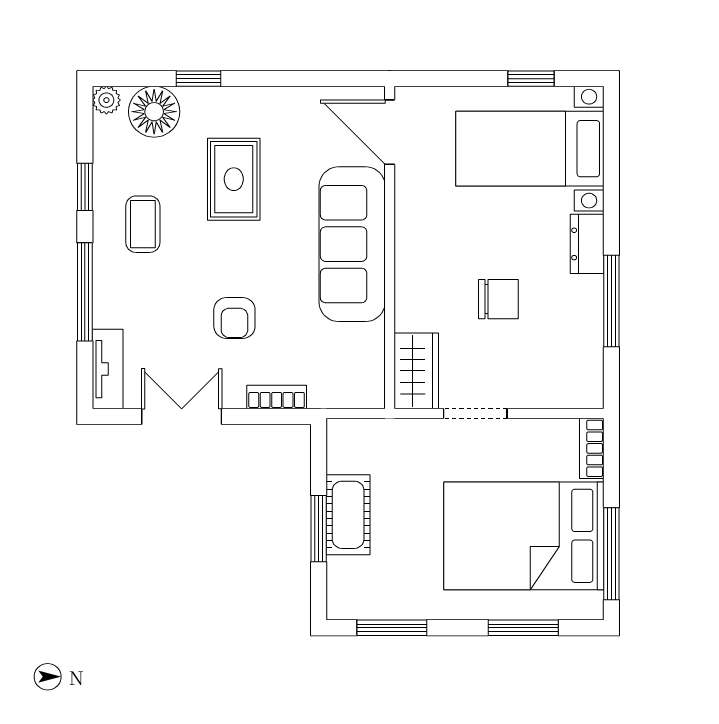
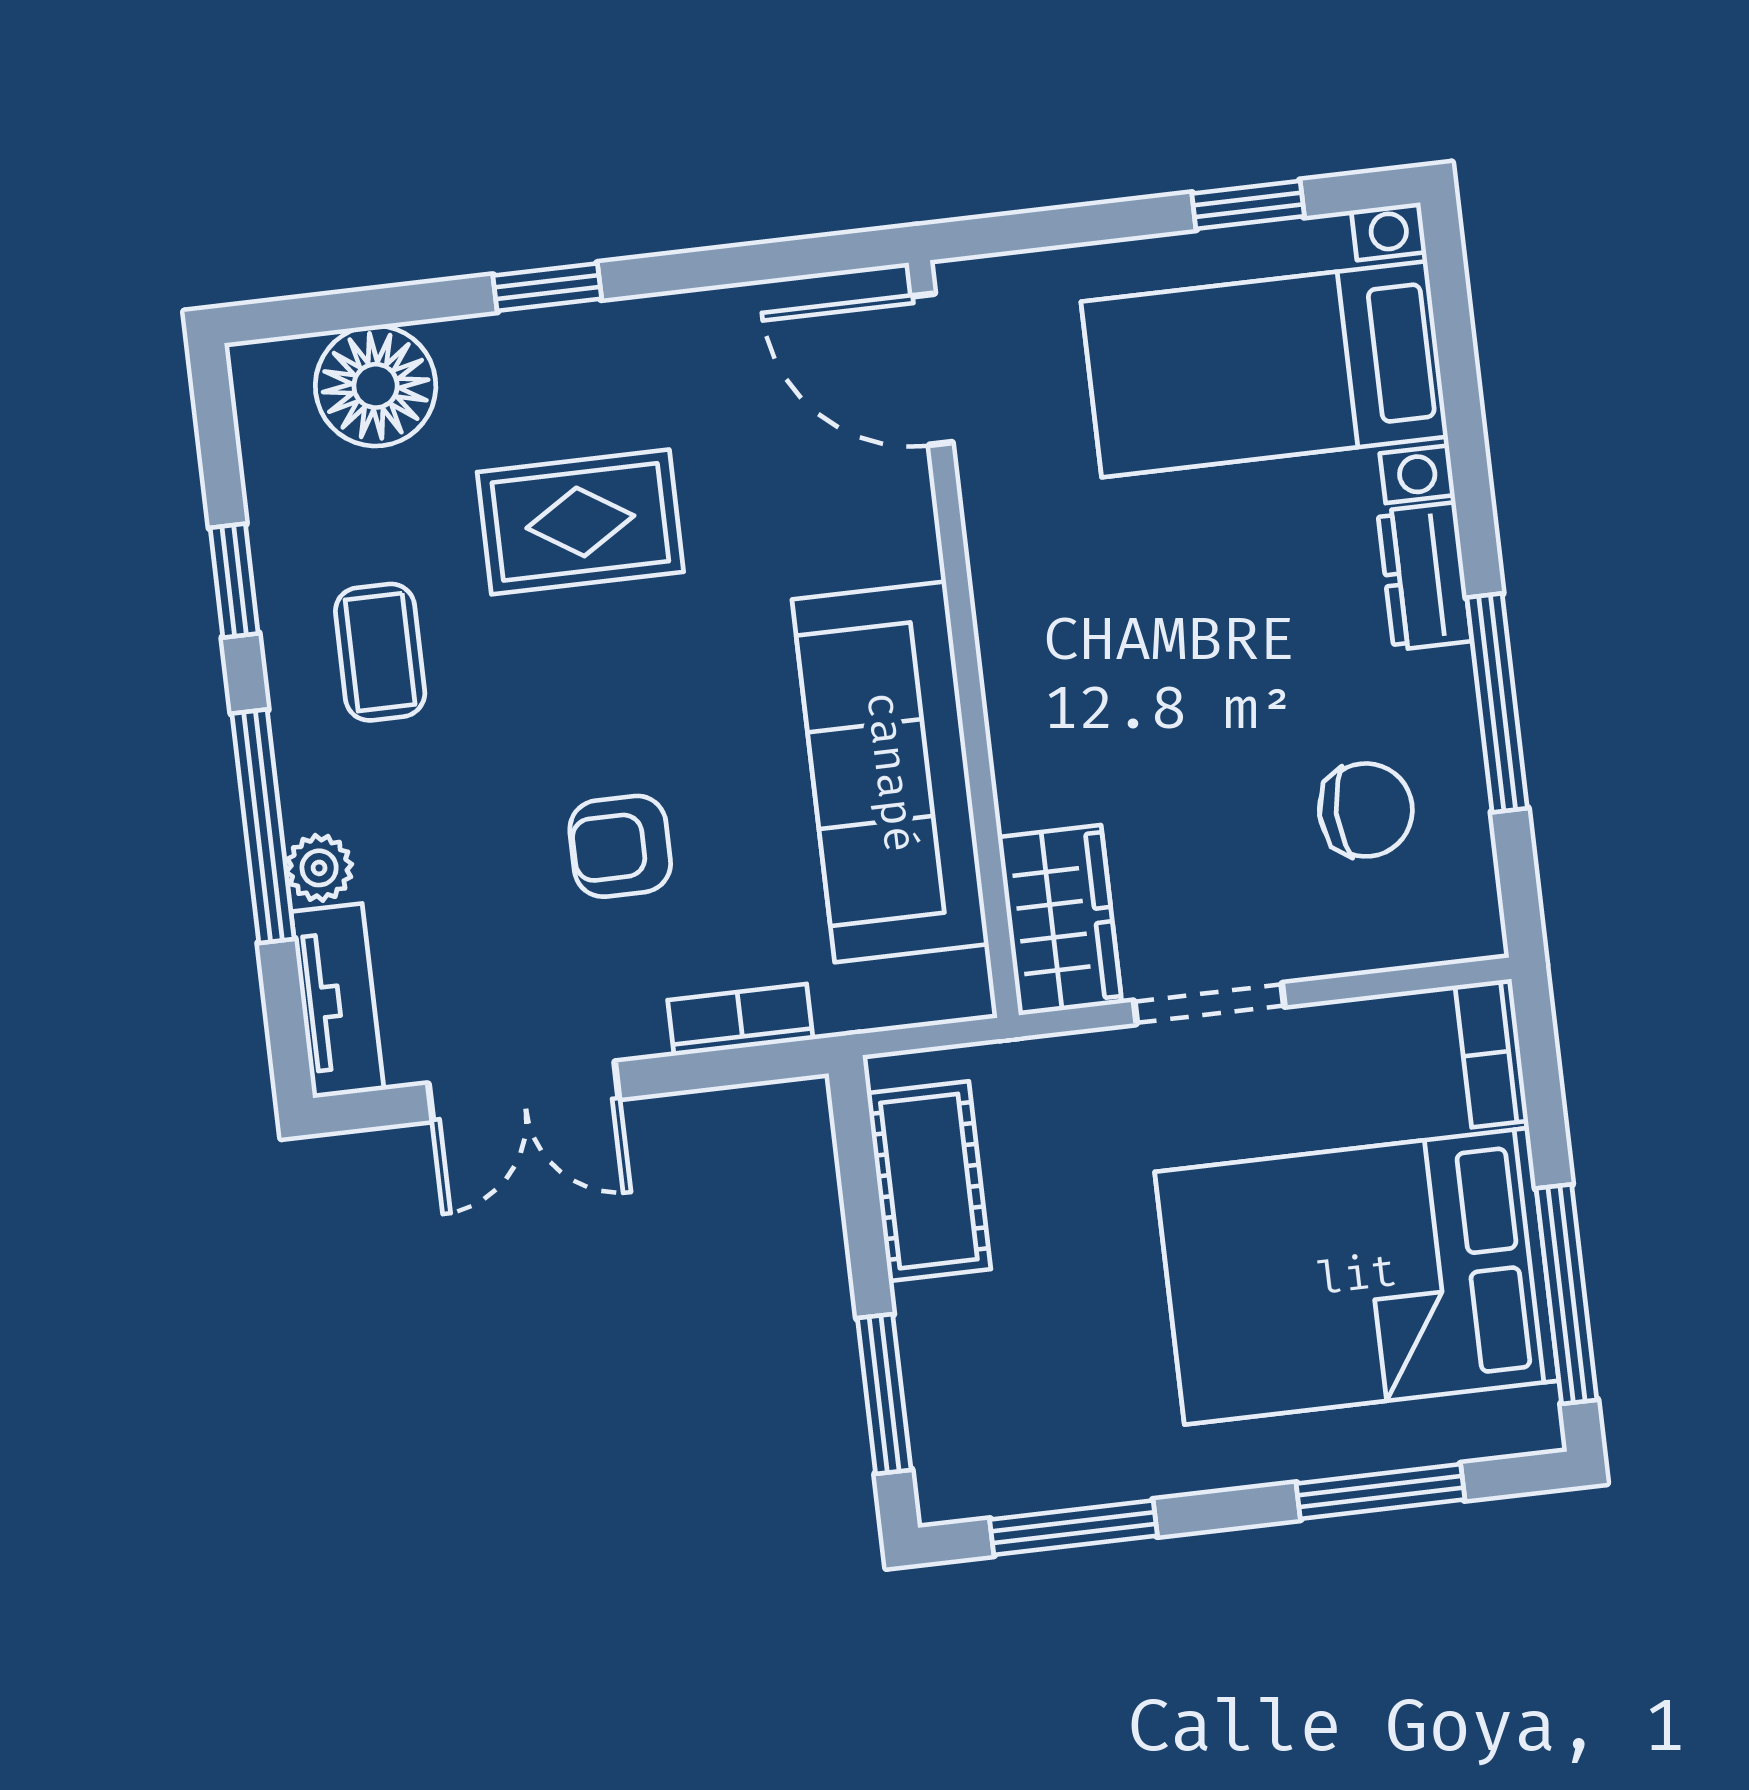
window: (198, 79) -> (547, 287), moved
plant: (106, 100) -> (319, 868), moved
rug: (234, 179) -> (580, 522), turned 90
sofa: (352, 244) -> (890, 772), moved
chair: (498, 299) -> (1366, 810), moved
armchair: (234, 318) -> (620, 846), turned 90
double door: (182, 417) -> (524, 1091), swing flipped
cot: (348, 515) -> (929, 1181), moved
window: (319, 529) -> (884, 1394), moved

